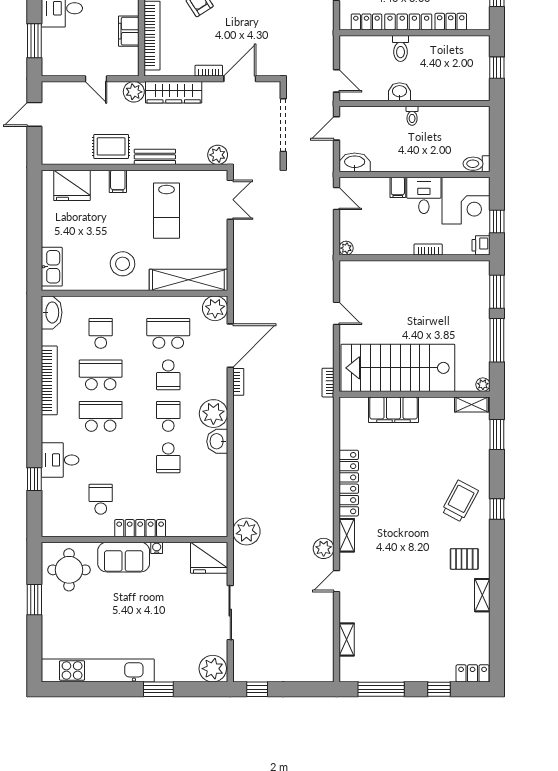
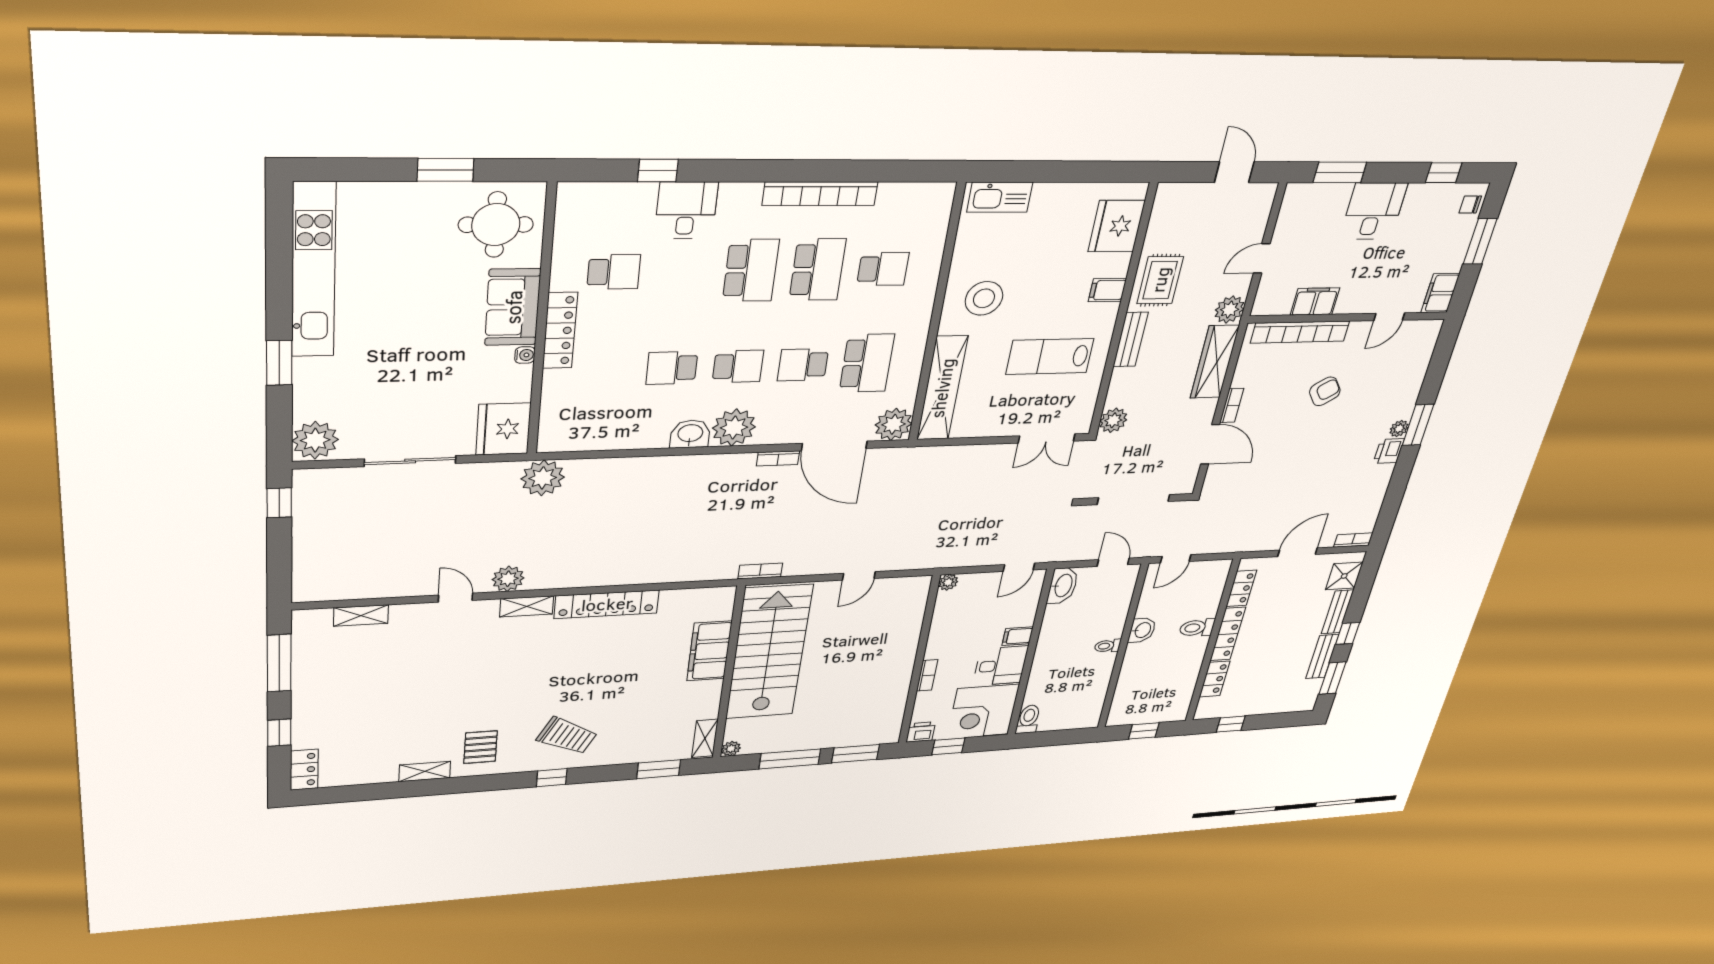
washbasin: (52, 312) -> (928, 197), removed

